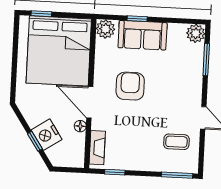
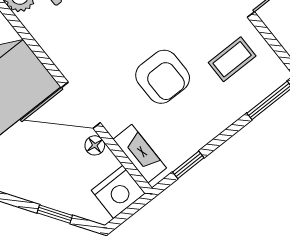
armchair: (130, 86) -> (163, 77), moved, turned 180
nightstand: (47, 135) -> (118, 192), moved, turned -56

